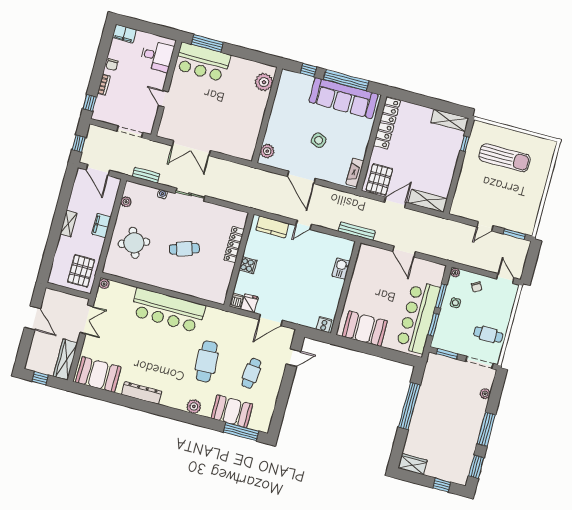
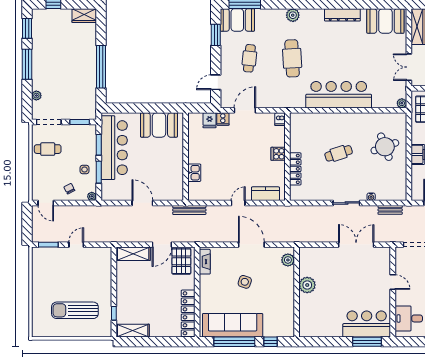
plant: (264, 82) -> (307, 285), moved
plant: (126, 202) -> (402, 181), removed
fridge: (249, 303) -> (210, 120), moved
cooker: (324, 325) -> (223, 119), moved
window: (280, 407) -> (216, 35), added
booth: (232, 411) -> (237, 20), moved

